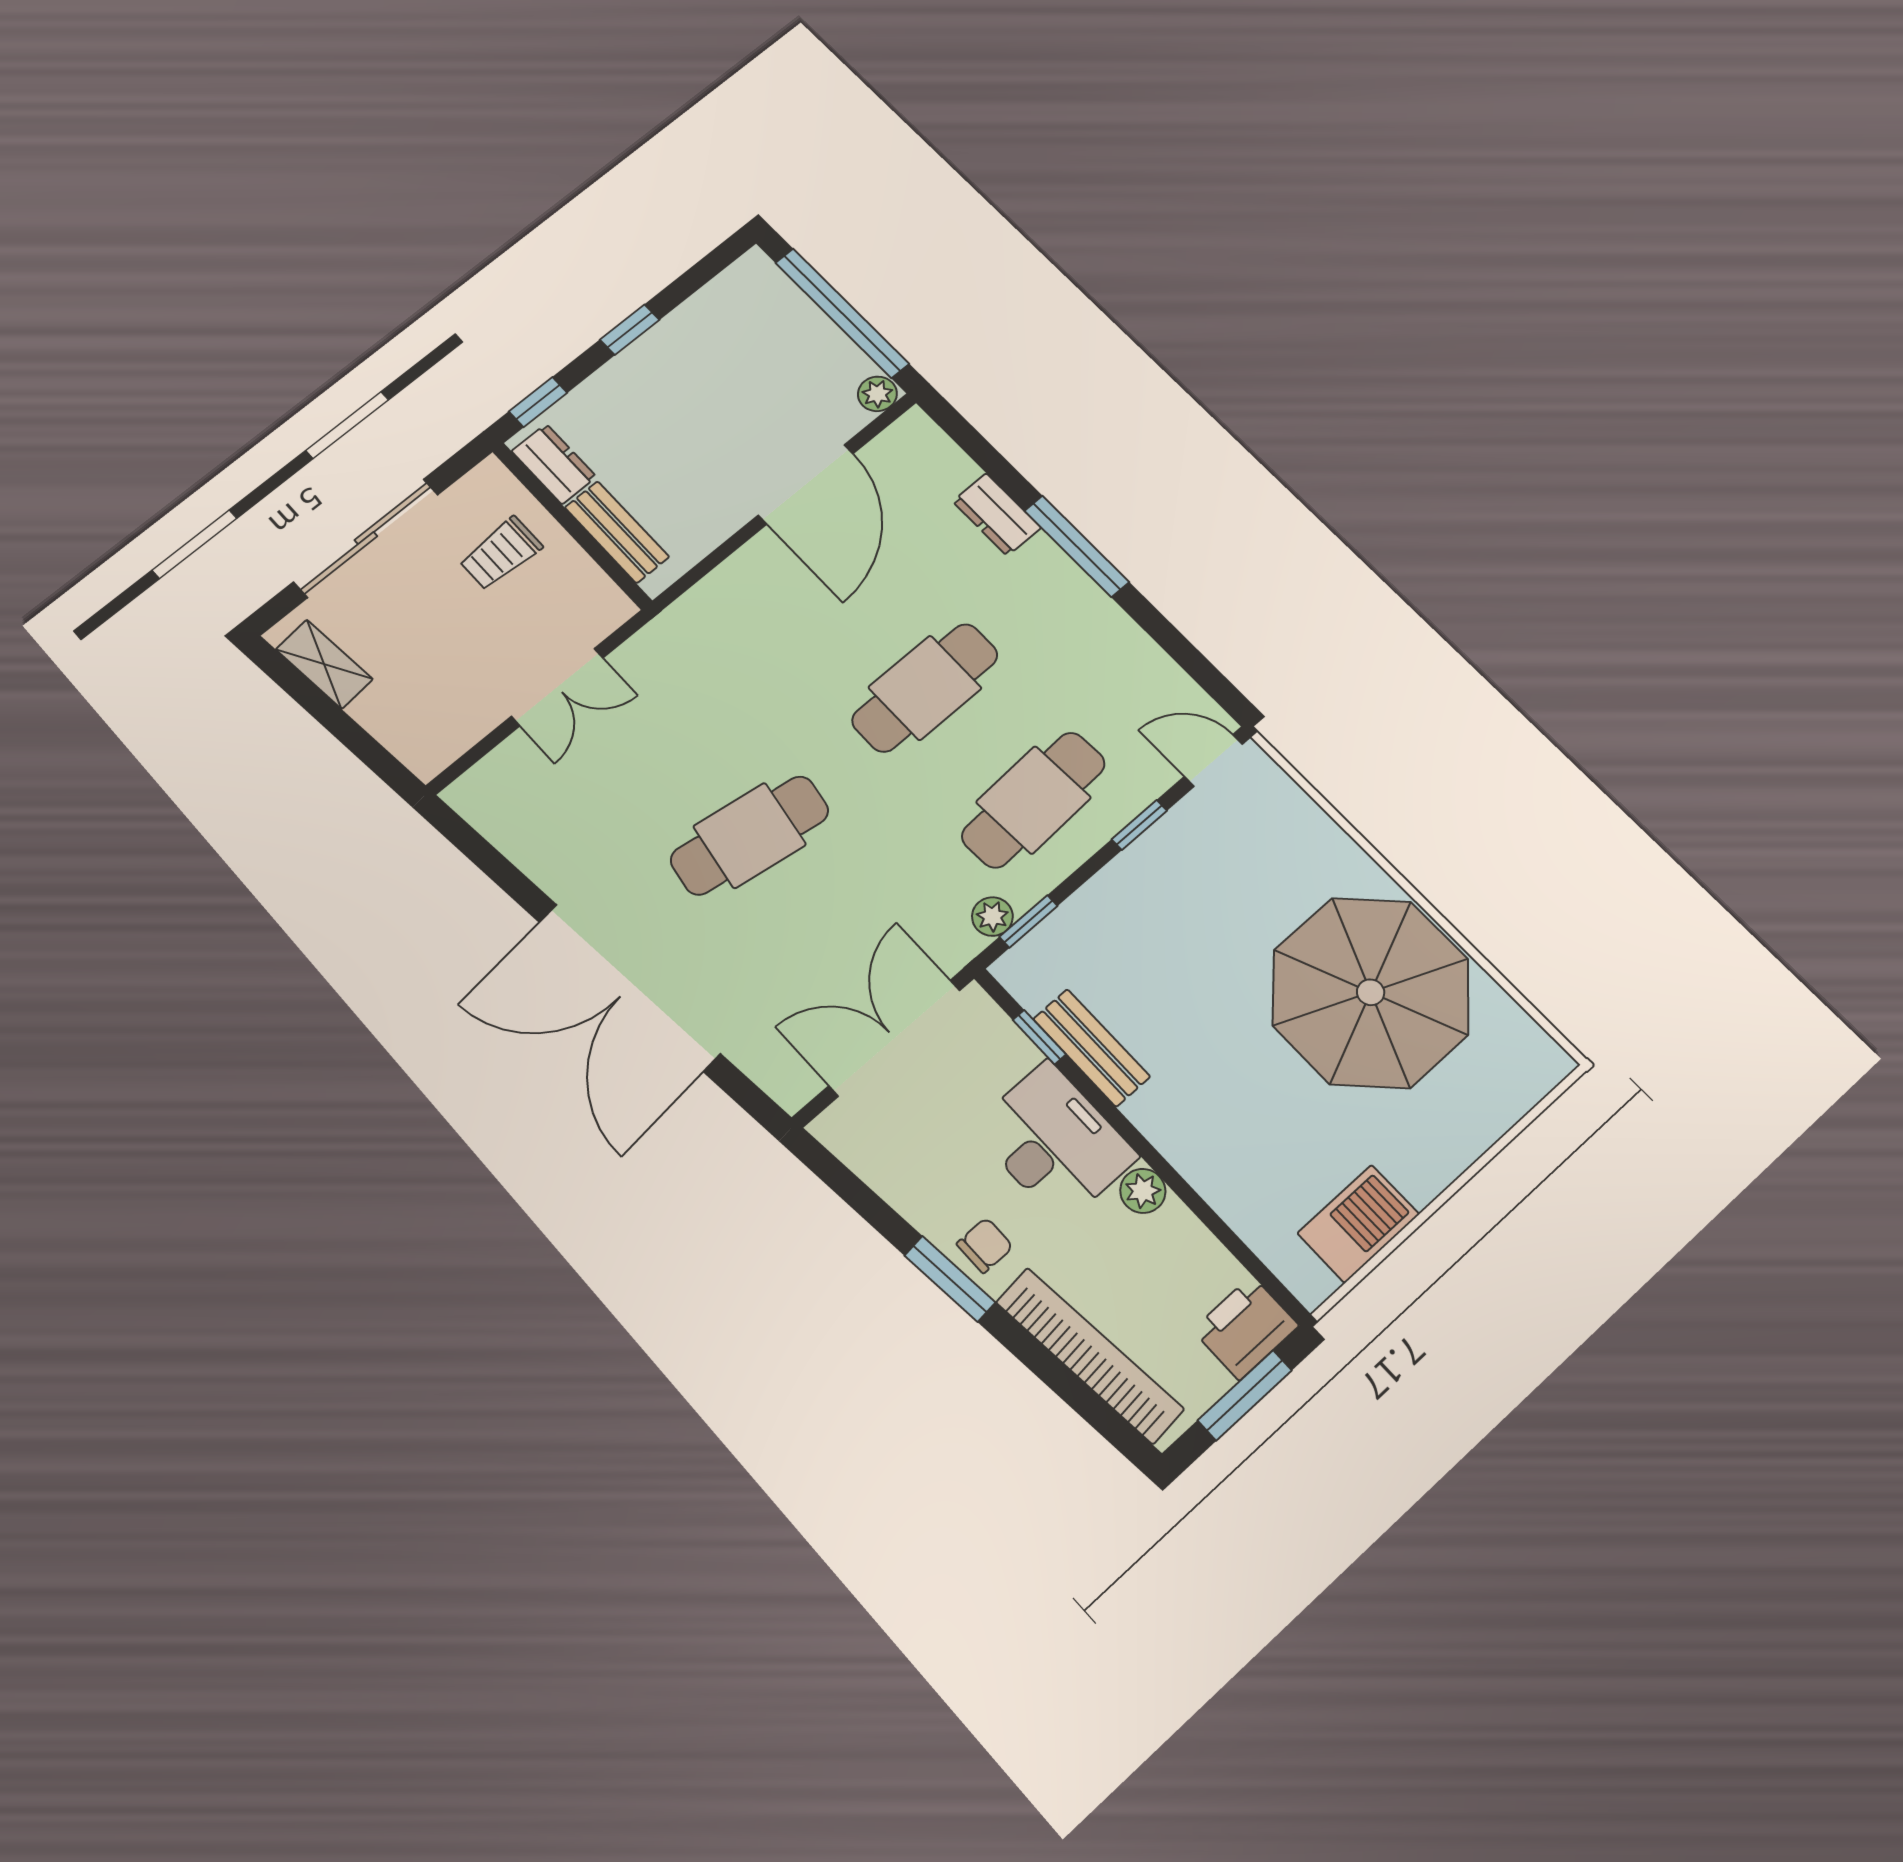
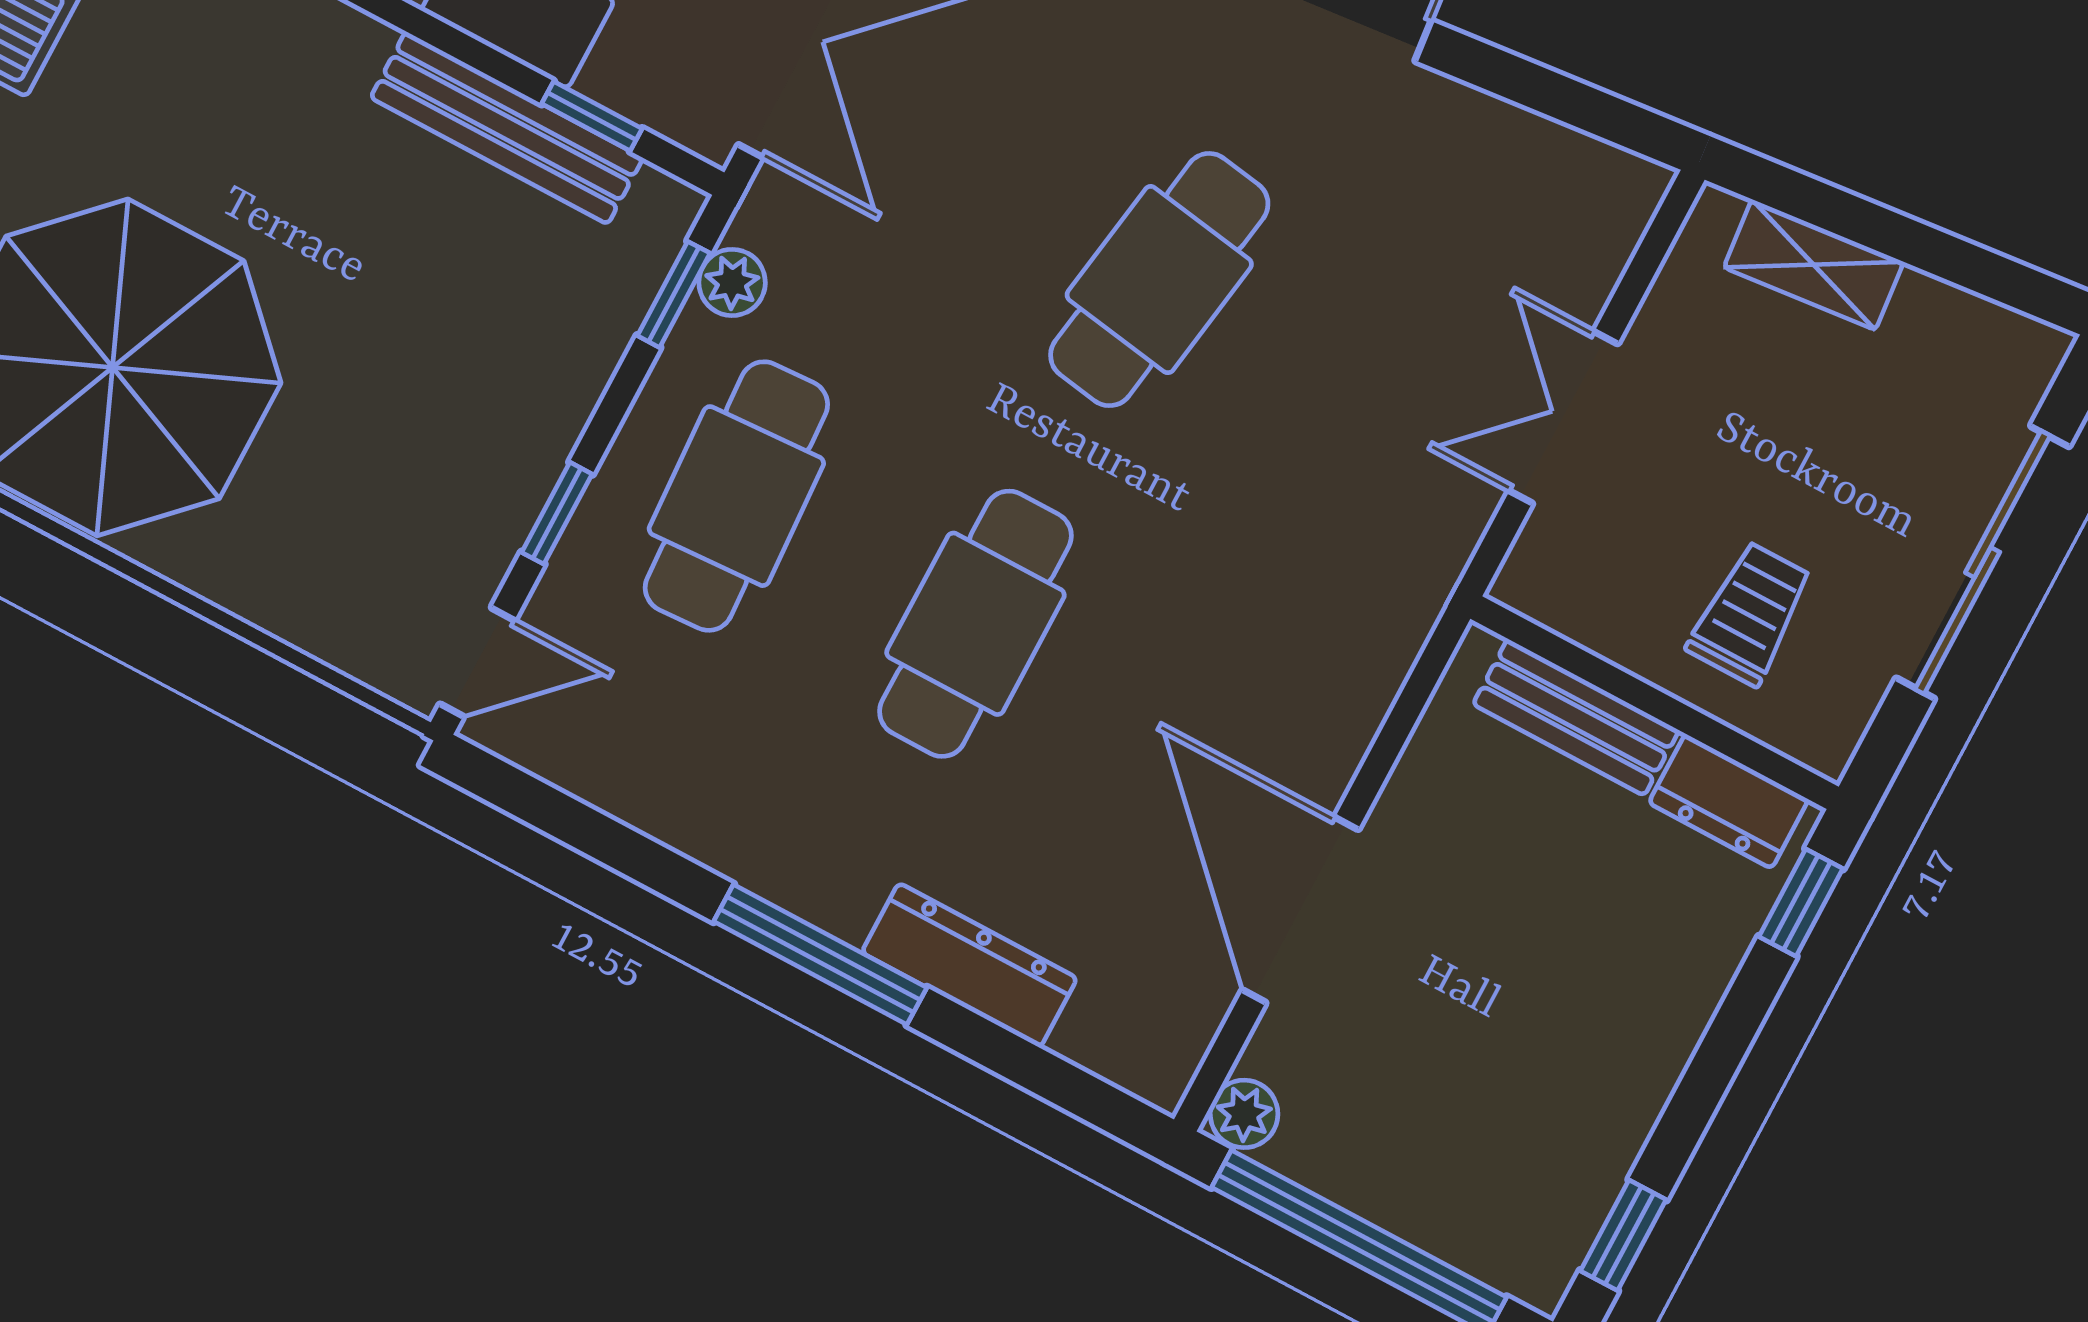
window: (630, 330) -> (1623, 1235), moved
dresser: (997, 515) -> (969, 965), width x1.44
shelving: (324, 664) -> (1814, 265), moved
bench: (1092, 1048) -> (507, 128), width x1.36

